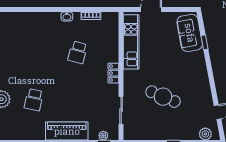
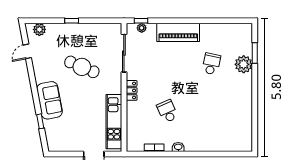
sofa: (190, 33) -> (50, 100), moved
school desk: (78, 52) -> (167, 111), turned -39
sliding door: (121, 110) -> (124, 53), width x1.37

